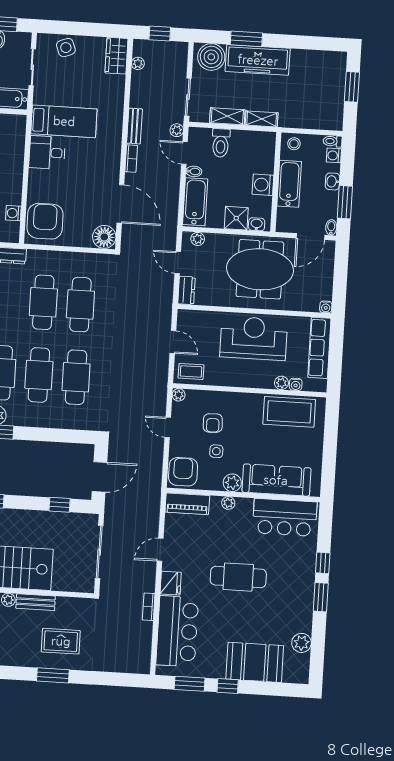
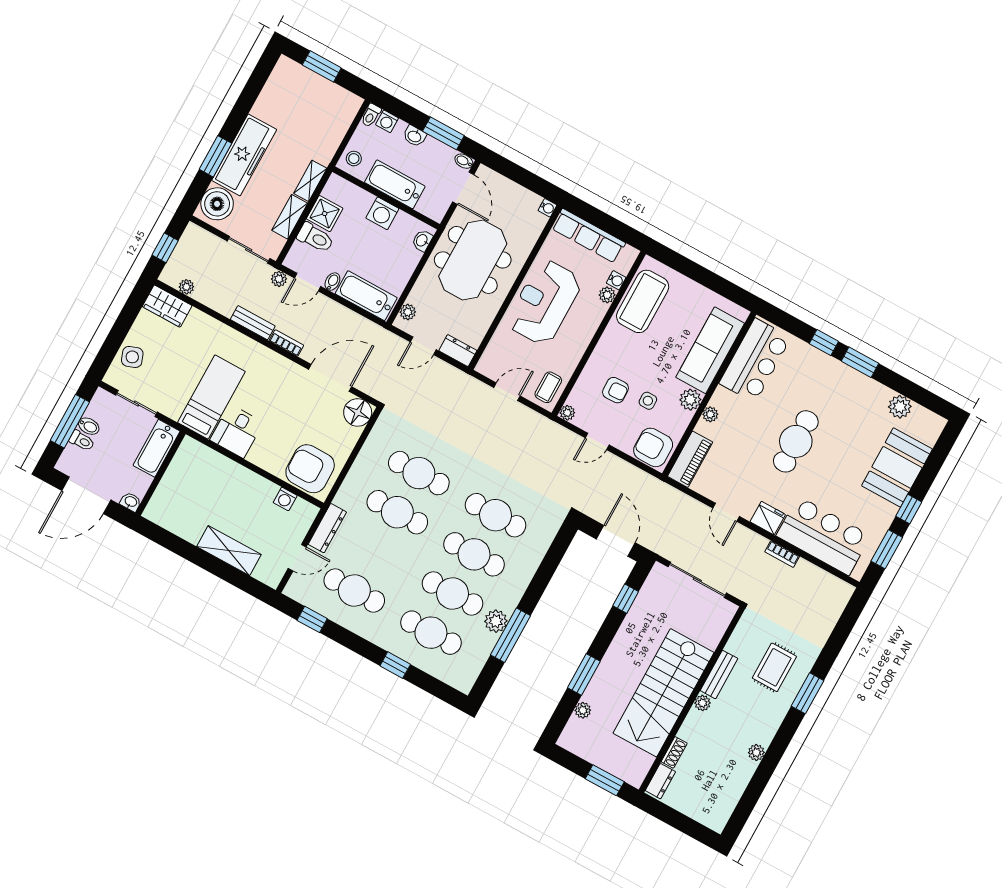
shower: (236, 218) -> (325, 214), moved

